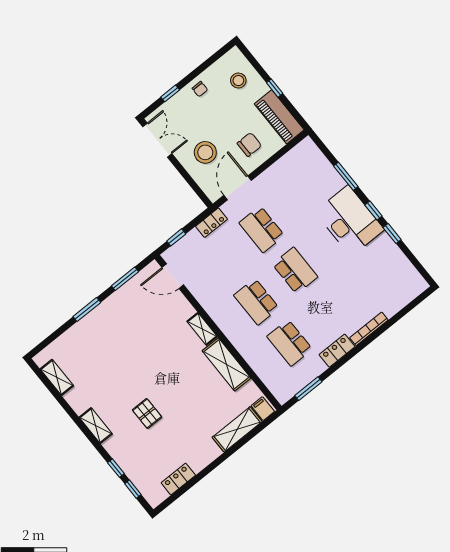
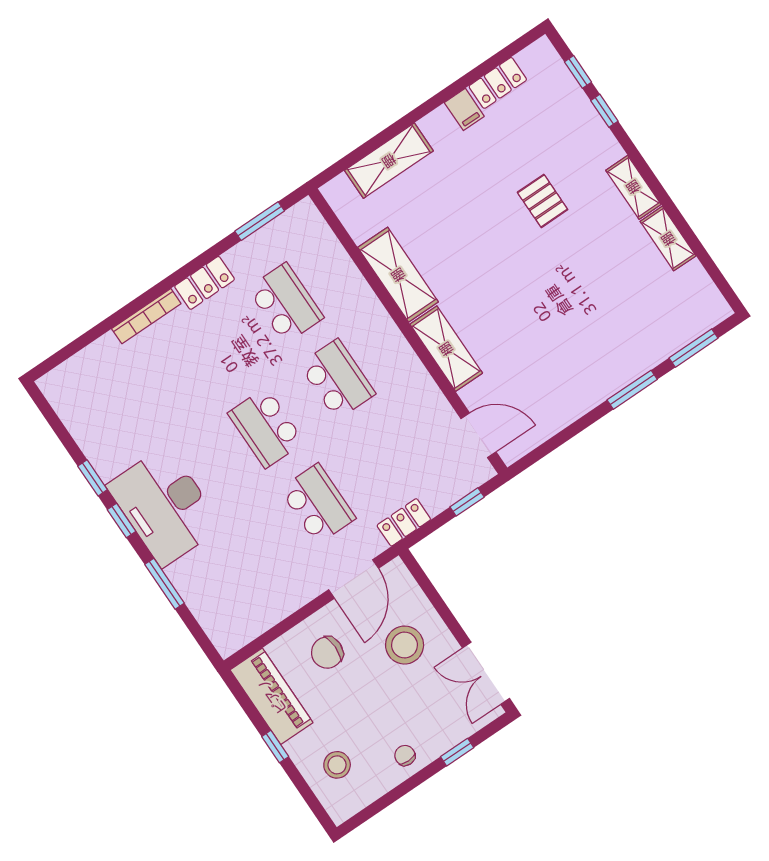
window: (125, 279) -> (693, 348), moved
shelving: (202, 329) -> (446, 349), width x1.50, depth x1.33
shelving: (57, 377) -> (668, 239), moved
filing cabinet: (263, 409) -> (464, 109), moved

